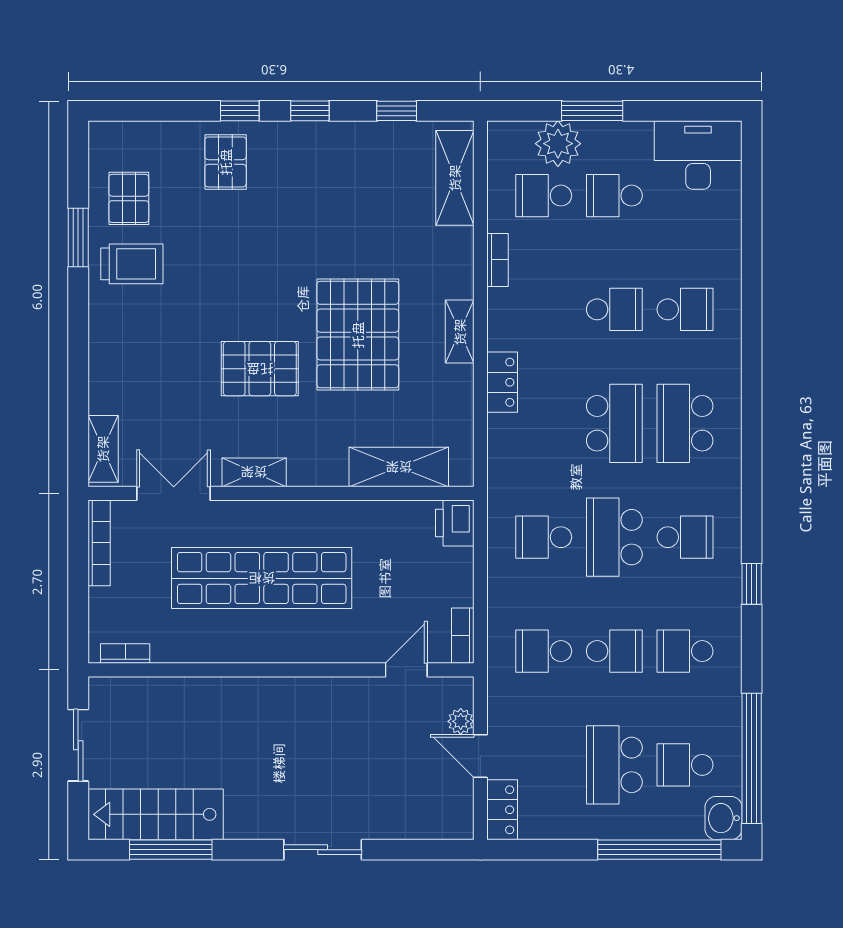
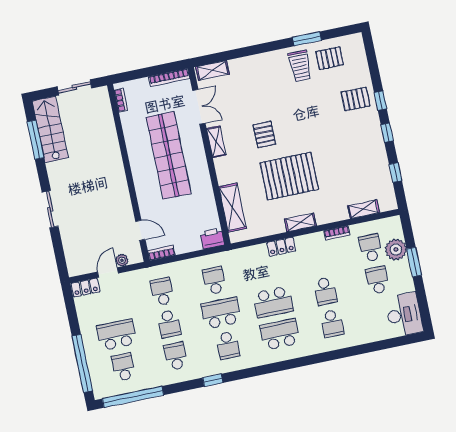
shelving: (455, 178) -> (363, 209), width x0.67, depth x0.75
pallet: (260, 369) -> (264, 134), width x0.67, depth x0.71
washbasin: (723, 818) -> (103, 390), removed

